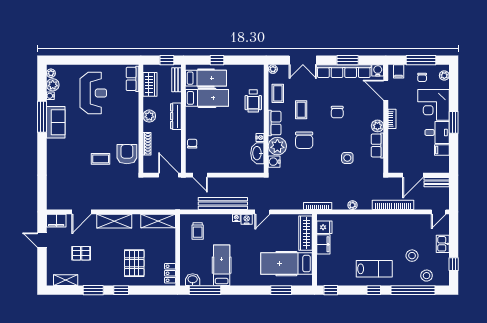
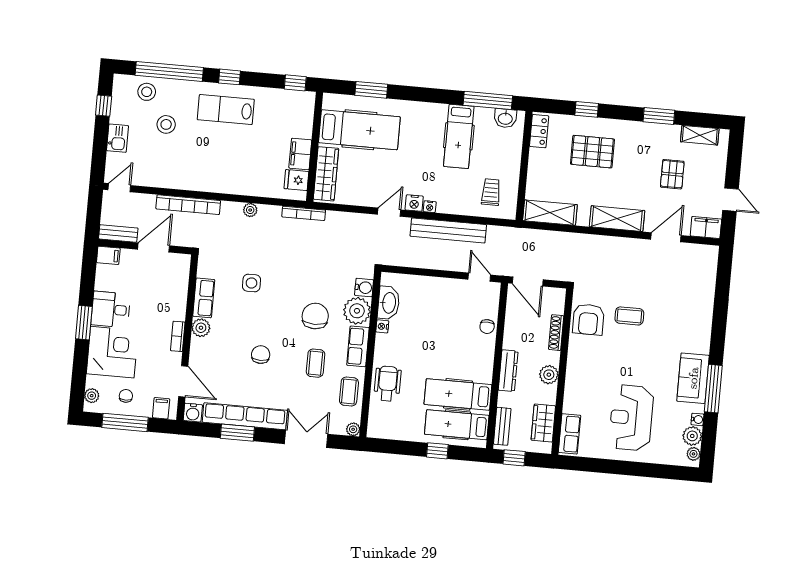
filing cabinet: (442, 150) -> (108, 255), moved
pallet: (81, 253) -> (672, 174), turned 90
pallet: (134, 263) -> (592, 152), turned 90
window: (121, 290) -> (587, 109), moved

